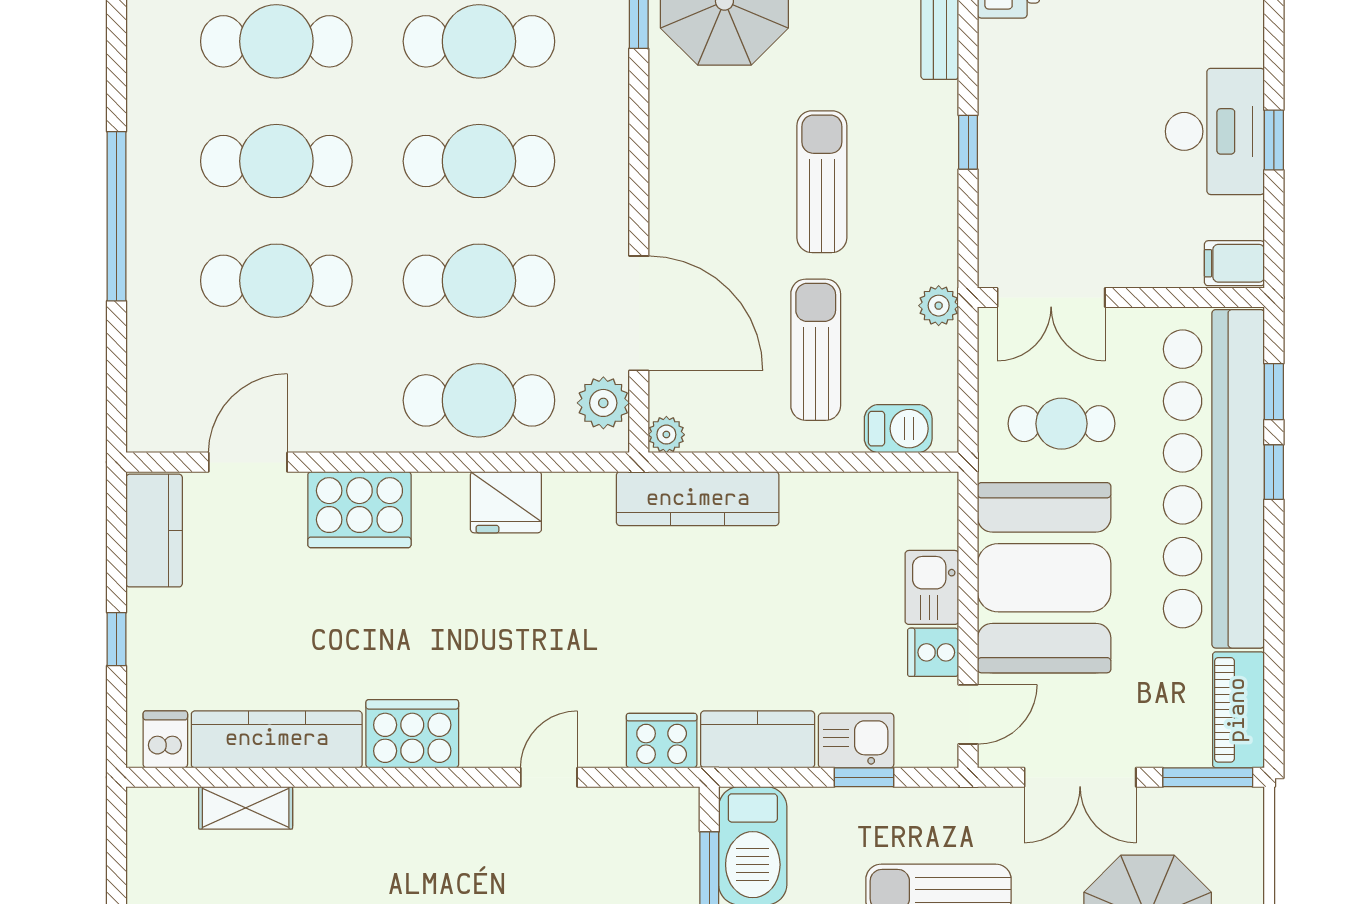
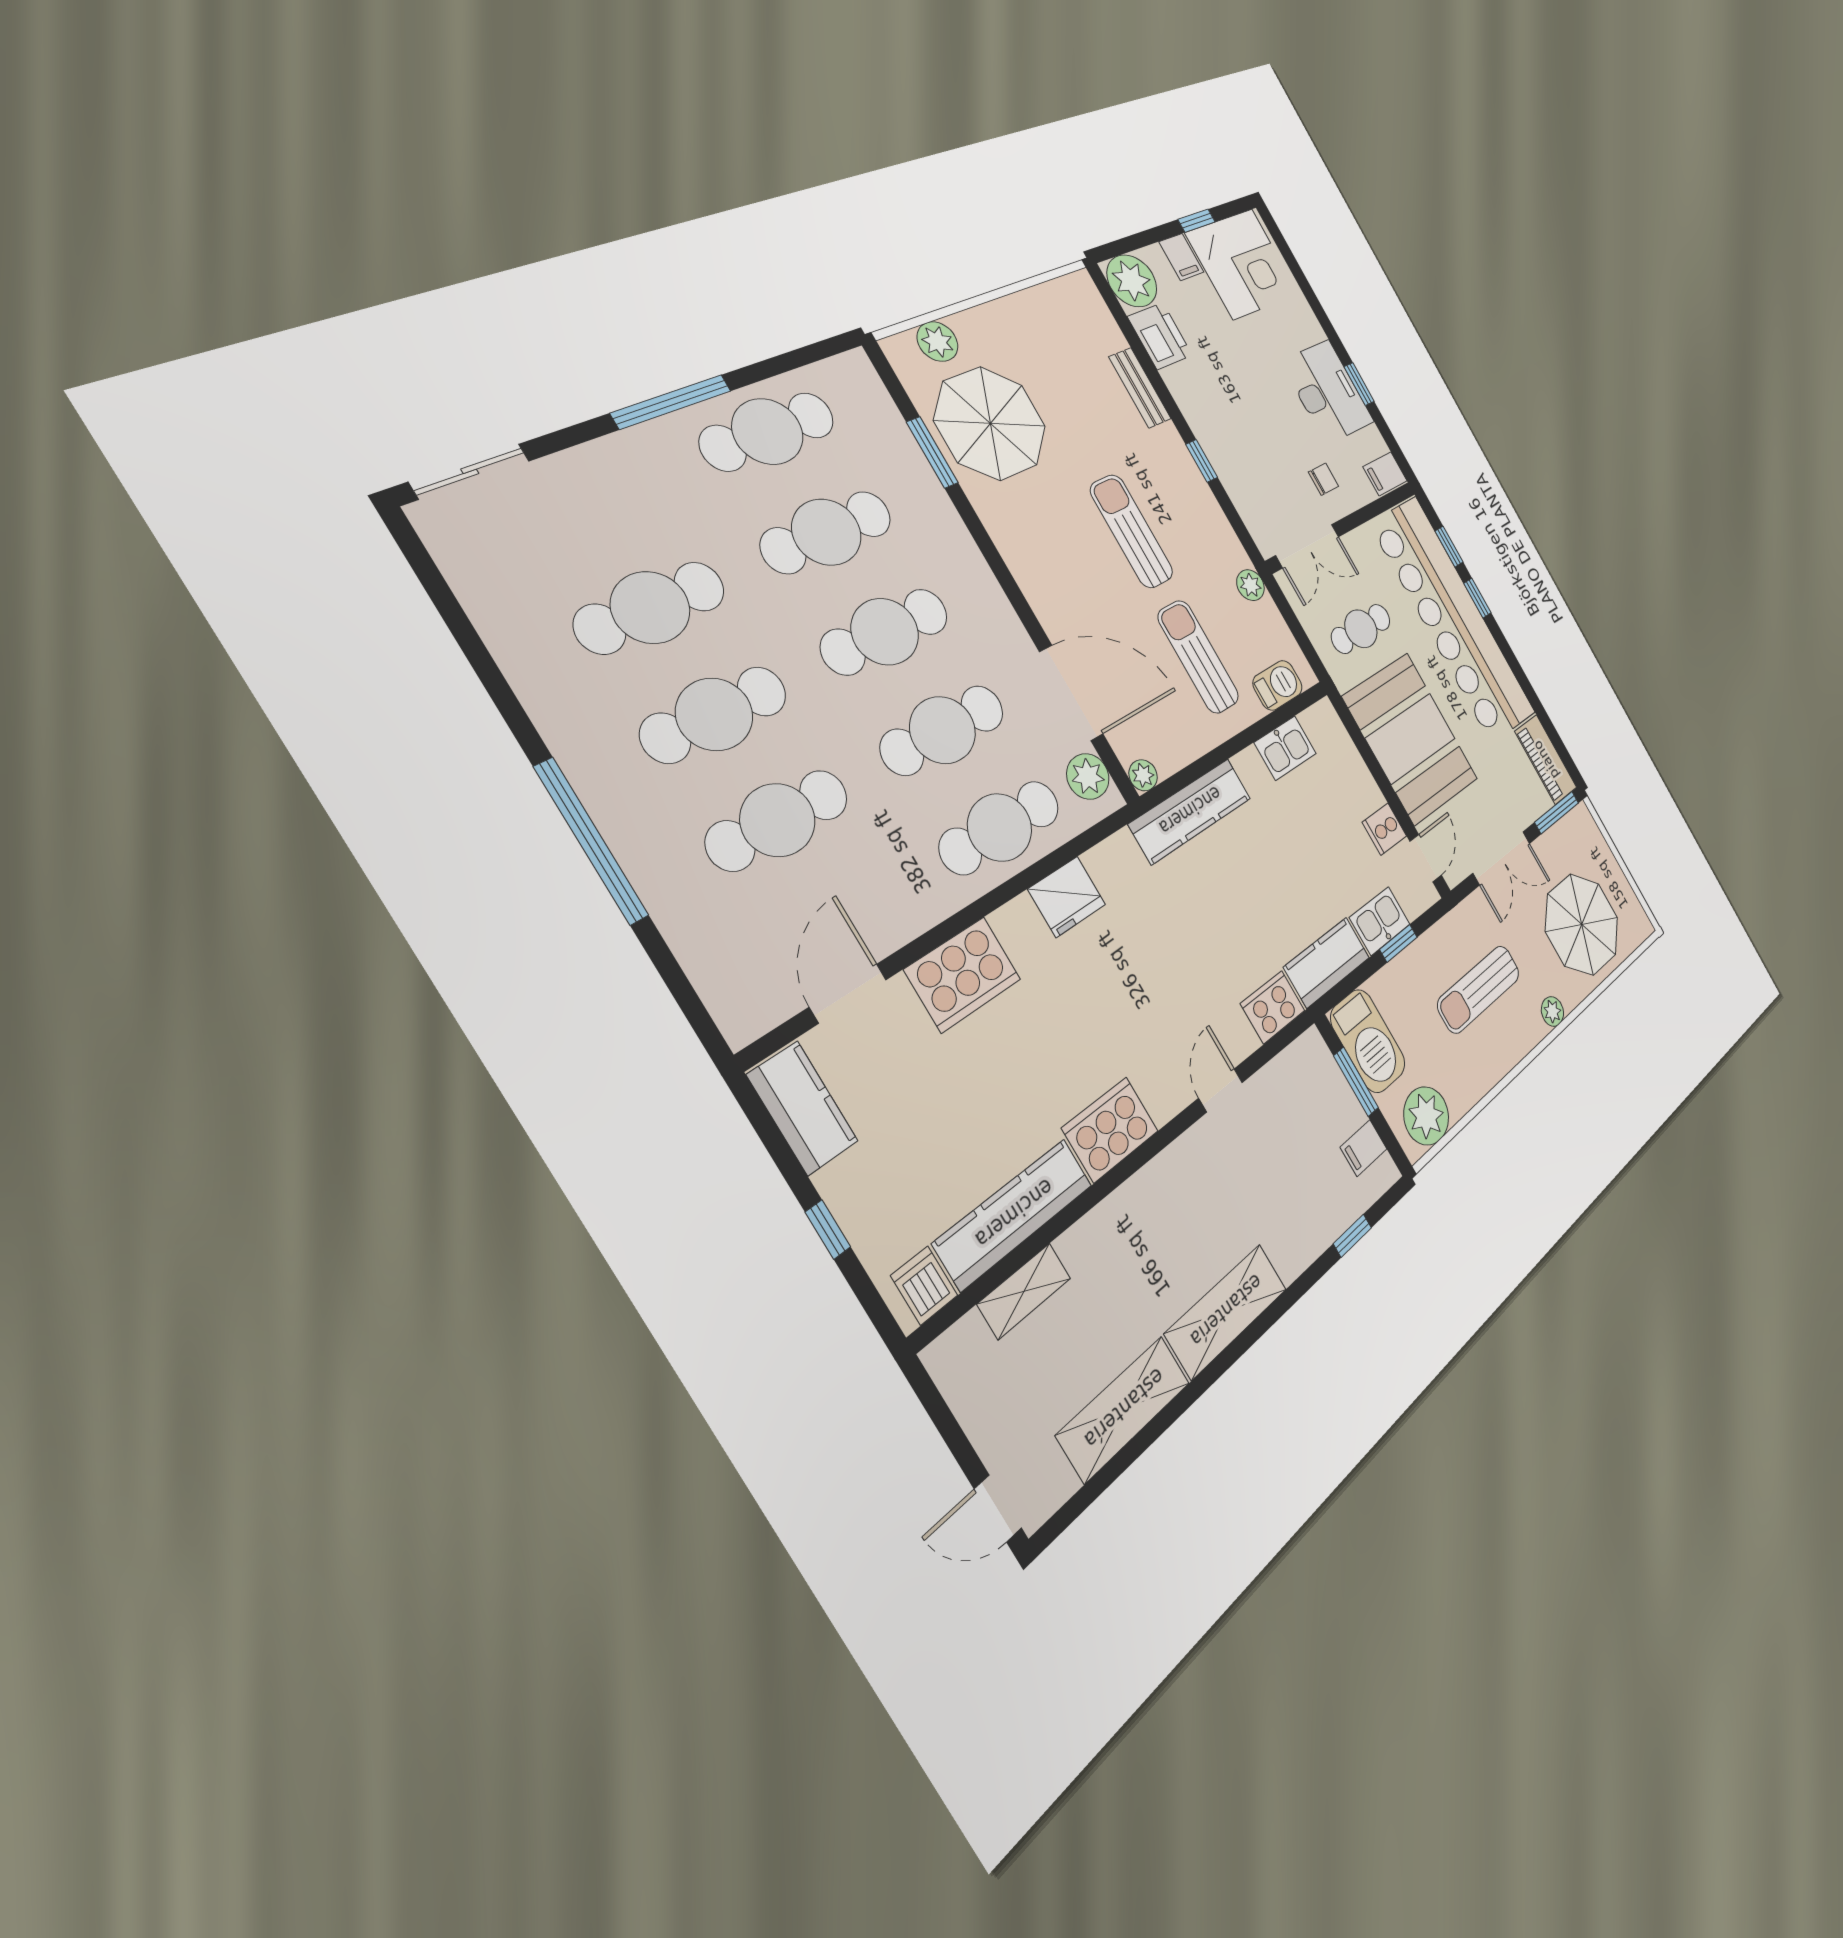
chair: (1132, 232) -> (1323, 479), added
kitchen sink: (932, 587) -> (1285, 748), moved, turned -90

